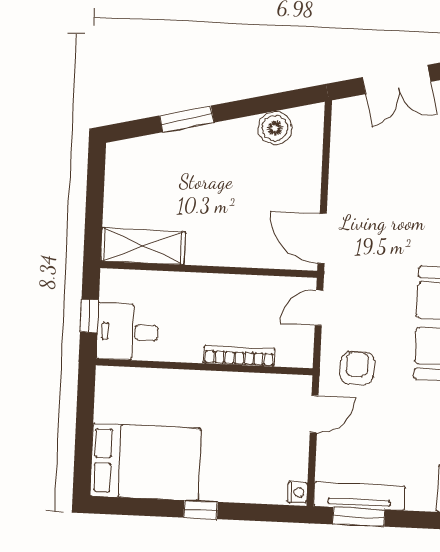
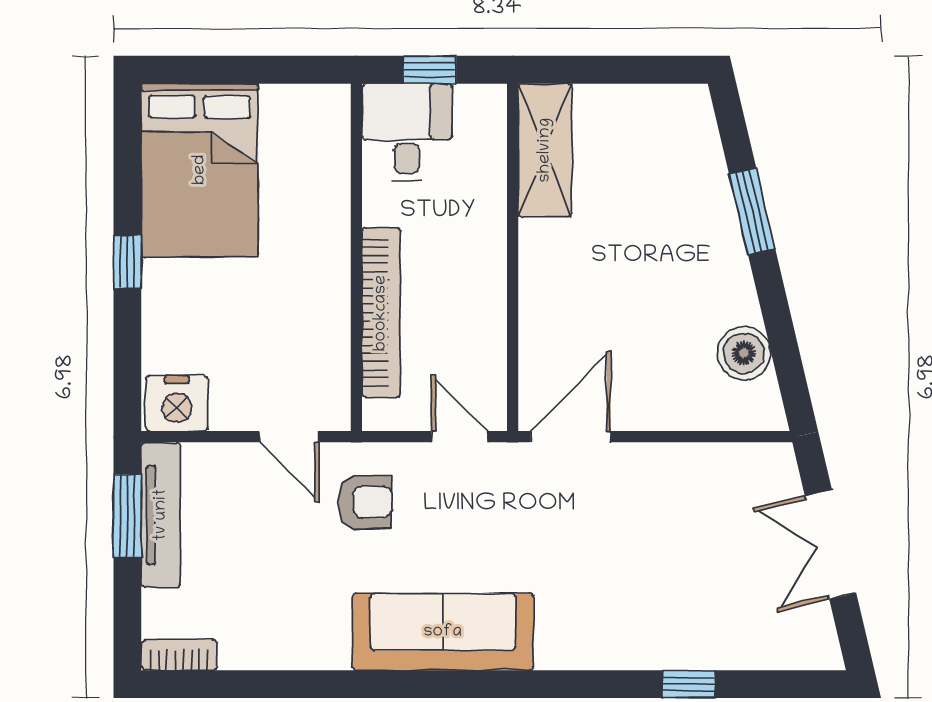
bookcase: (239, 356) -> (381, 313), width x1.48, depth x1.31
nightstand: (297, 492) -> (177, 403), width x1.89, depth x1.79

